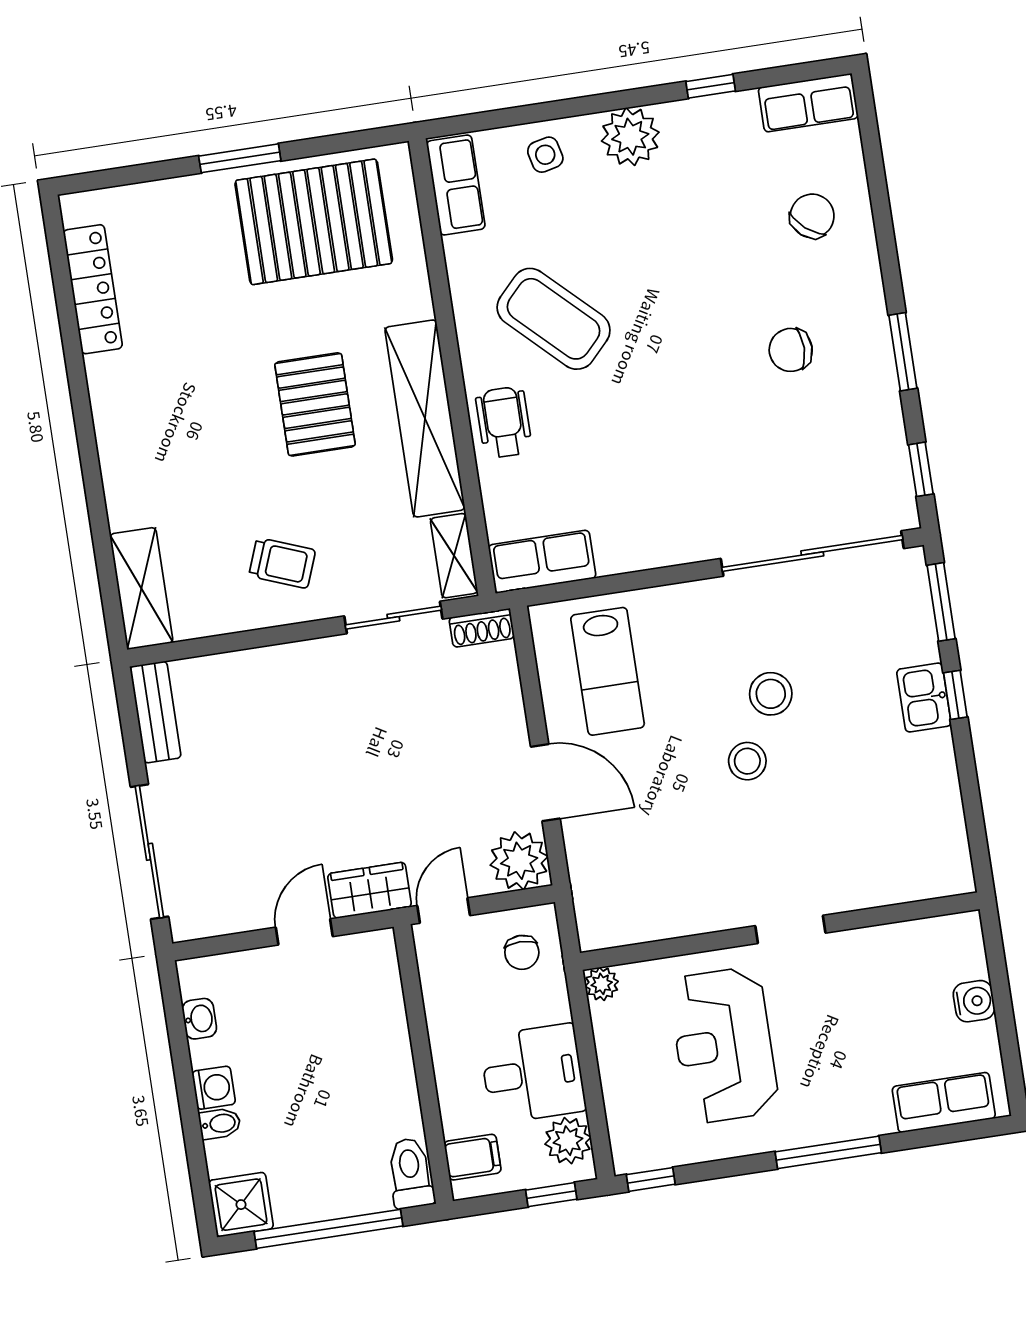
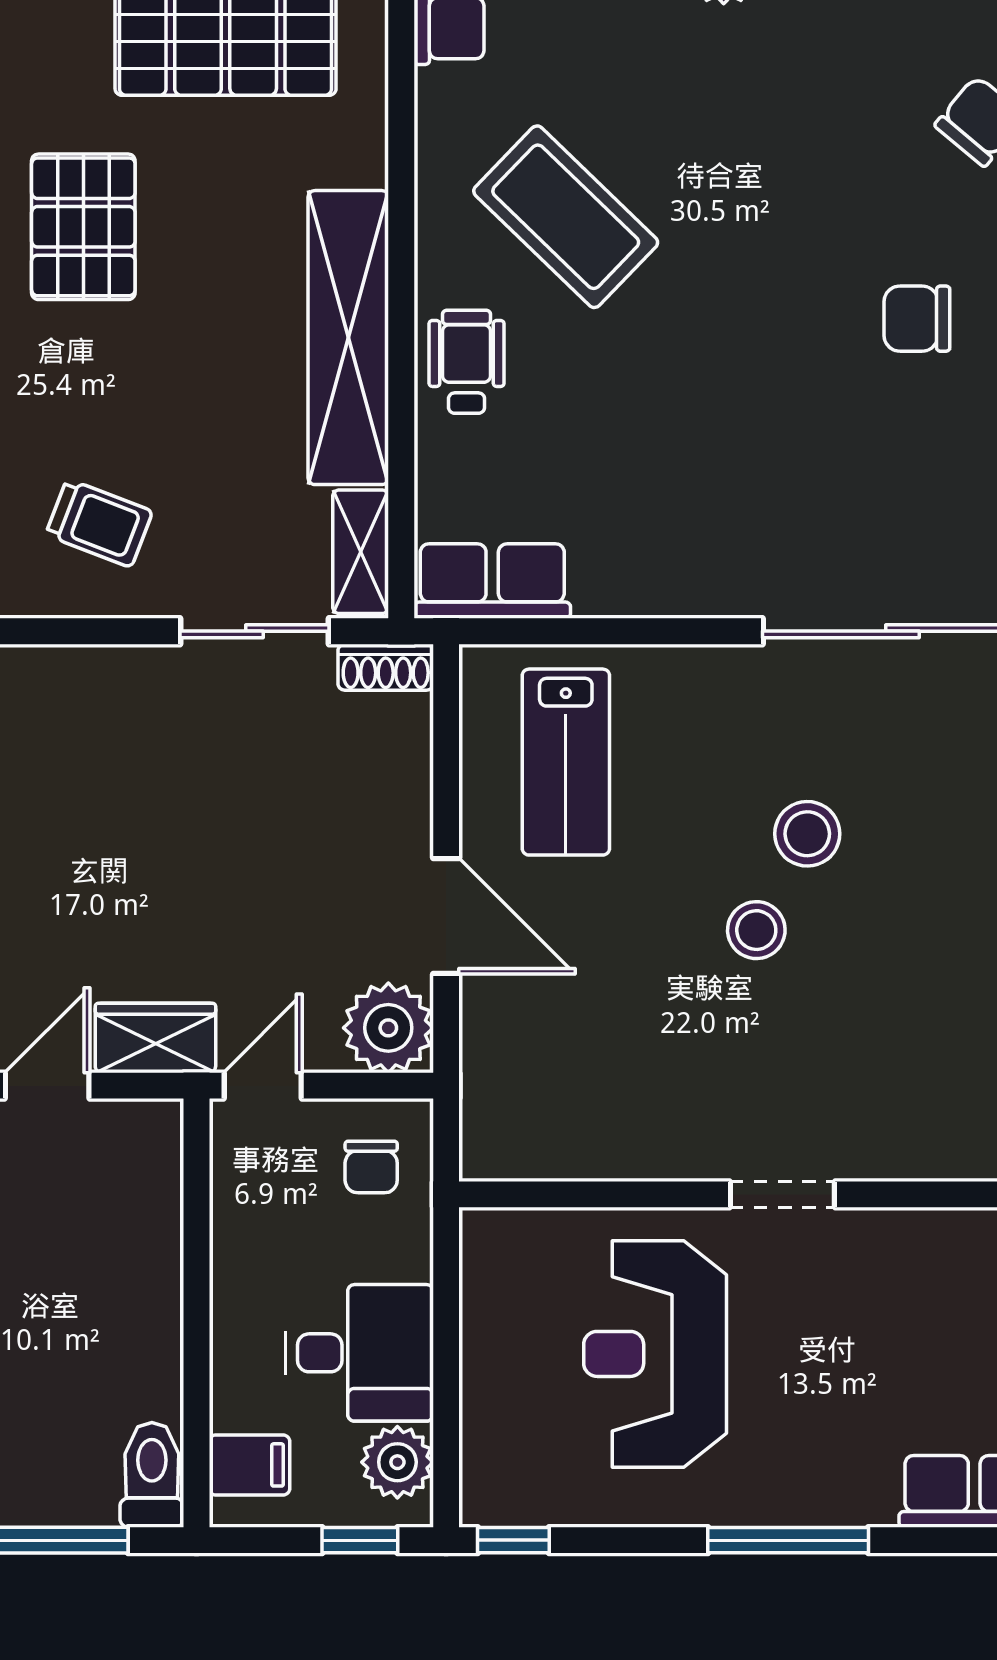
pallet: (315, 404) -> (83, 227), moved
plant: (602, 984) -> (485, 1233), removed

